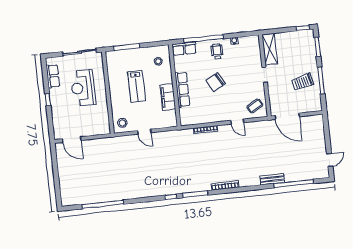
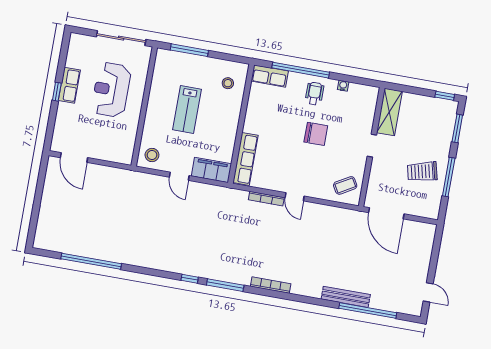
row of seats: (53, 76) -> (69, 85), moved
chair: (216, 82) -> (316, 134), moved, turned -151
row of seats: (182, 89) -> (245, 159), moved
filing cabinet: (168, 97) -> (211, 170), moved, turned 90
door: (237, 122) -> (295, 197), moved
door: (330, 160) -> (428, 292), hinge flipped
bench: (272, 179) -> (346, 297), width x1.36

